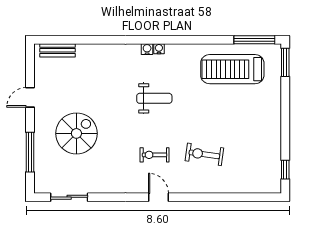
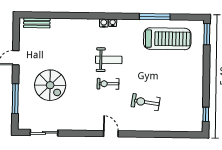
window: (254, 40) -> (155, 17), moved
treadmill: (232, 69) -> (167, 39), turned 180
spiral stairs: (76, 133) -> (50, 85), turned 90
exercise bike: (155, 155) -> (108, 84), moved

